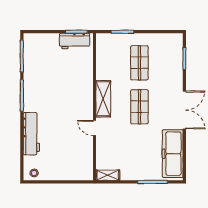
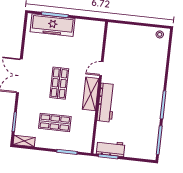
shop shelf: (139, 63) -> (55, 122), turned 90
door: (94, 128) -> (101, 69), swing flipped
workbench: (31, 134) -> (106, 103), moved, turned 180
freezer: (173, 154) -> (53, 25), moved, turned 90
shelving: (108, 175) -> (24, 141), moved

